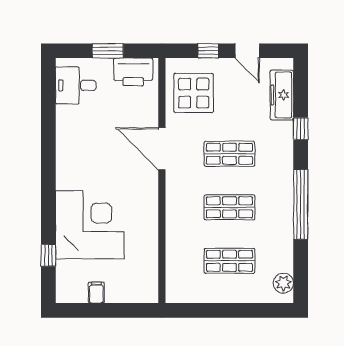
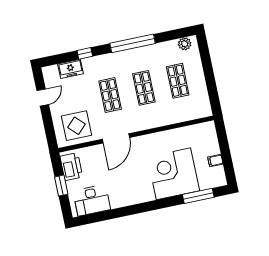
window: (208, 51) -> (48, 122), removed
desk: (76, 85) -> (92, 200), width x1.37
freezer: (282, 95) -> (71, 69), width x0.71
window: (48, 255) -> (198, 196), width x2.17

